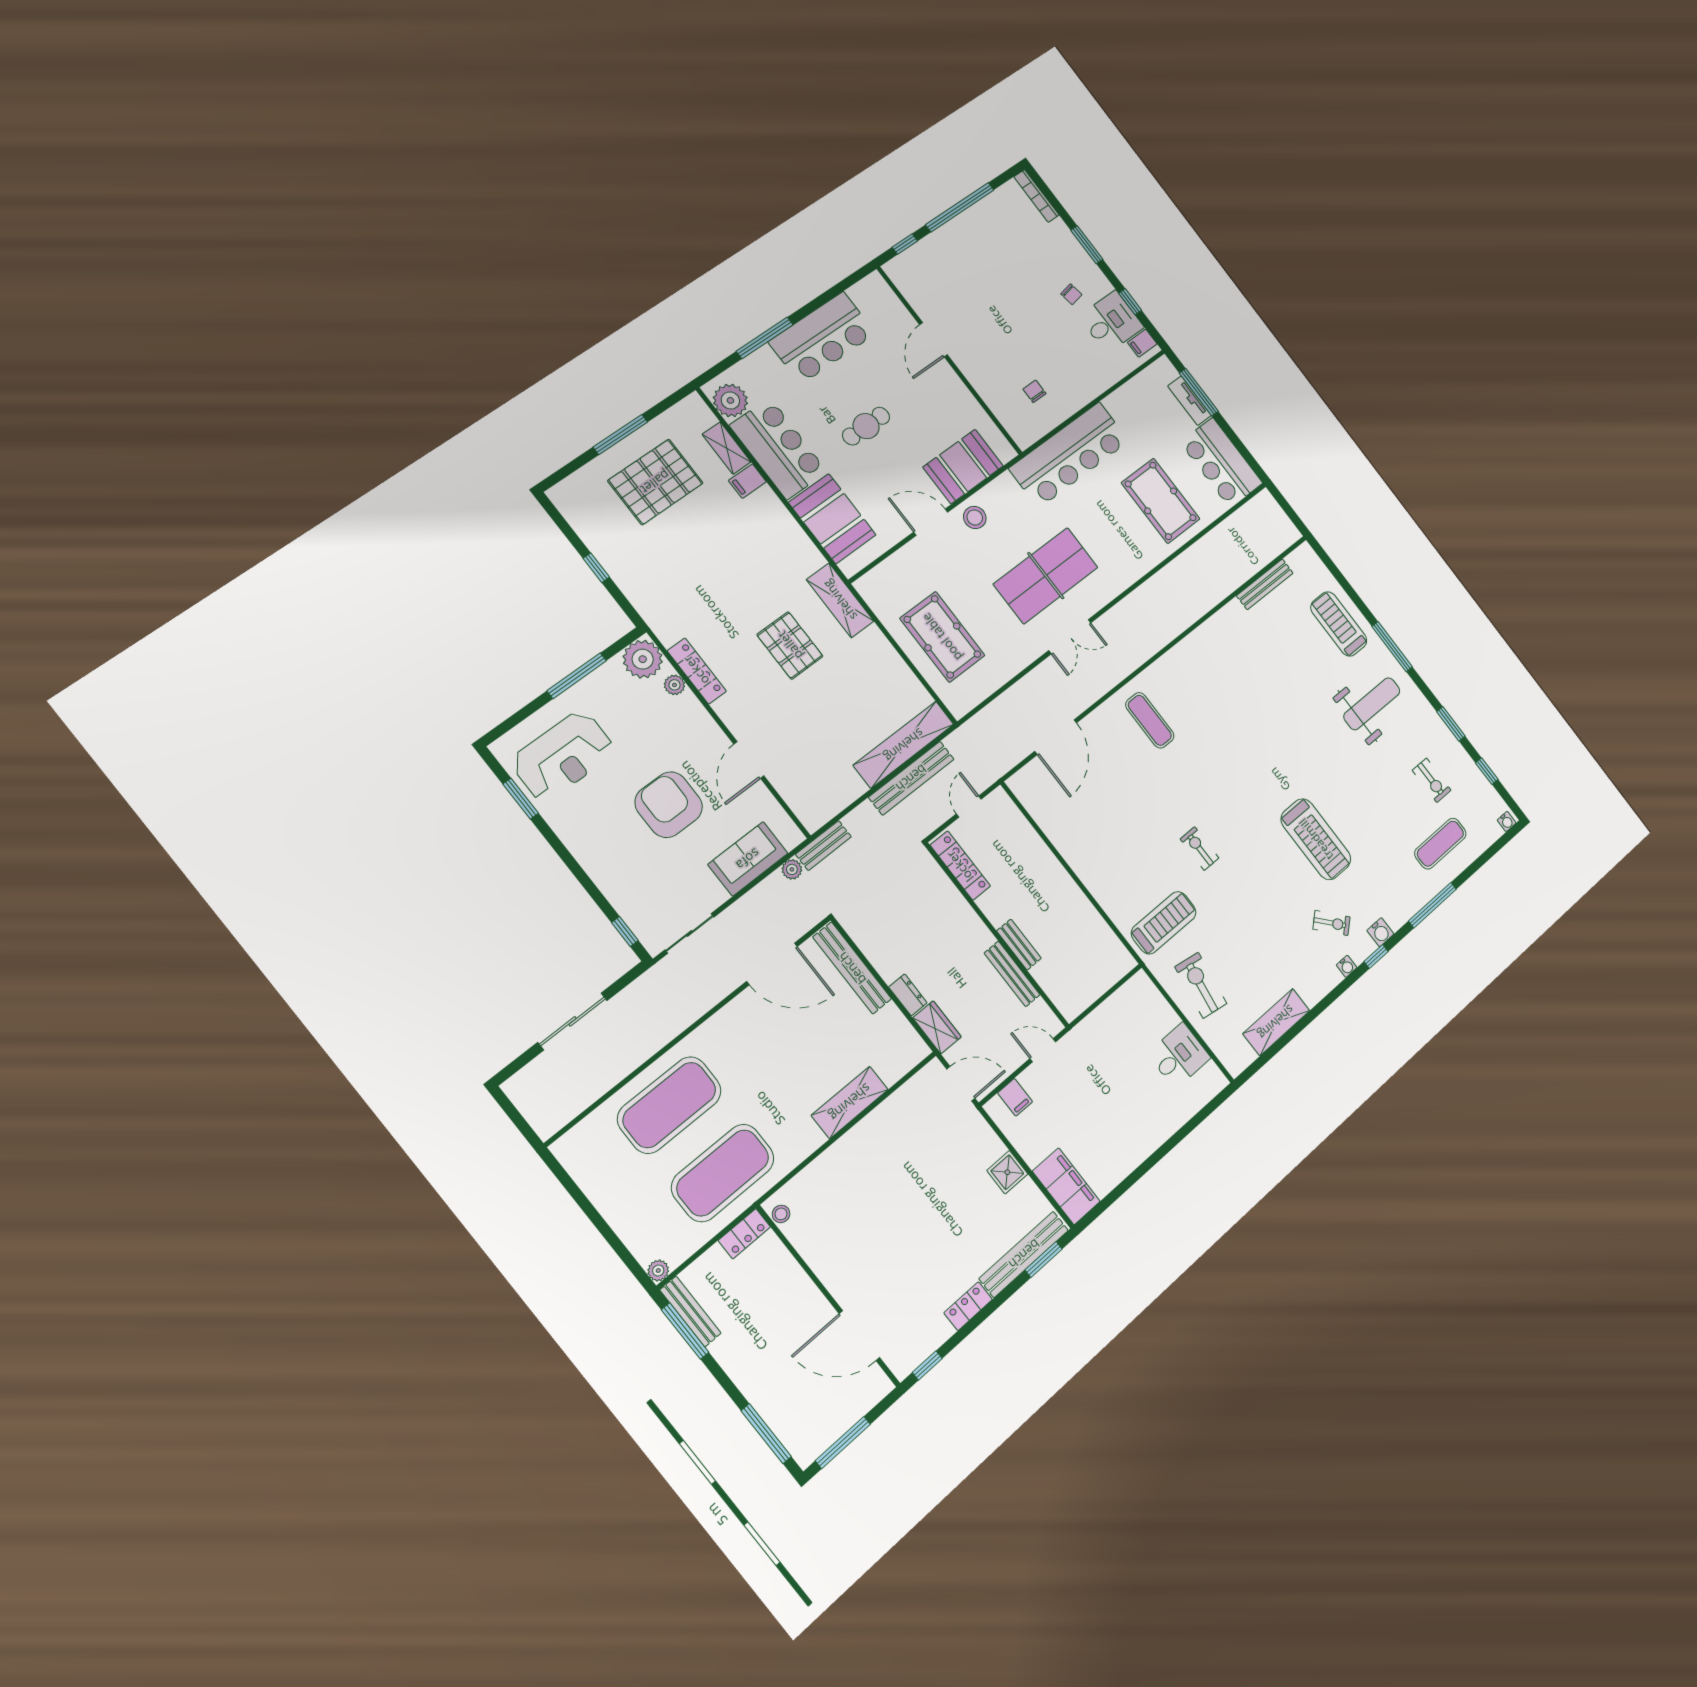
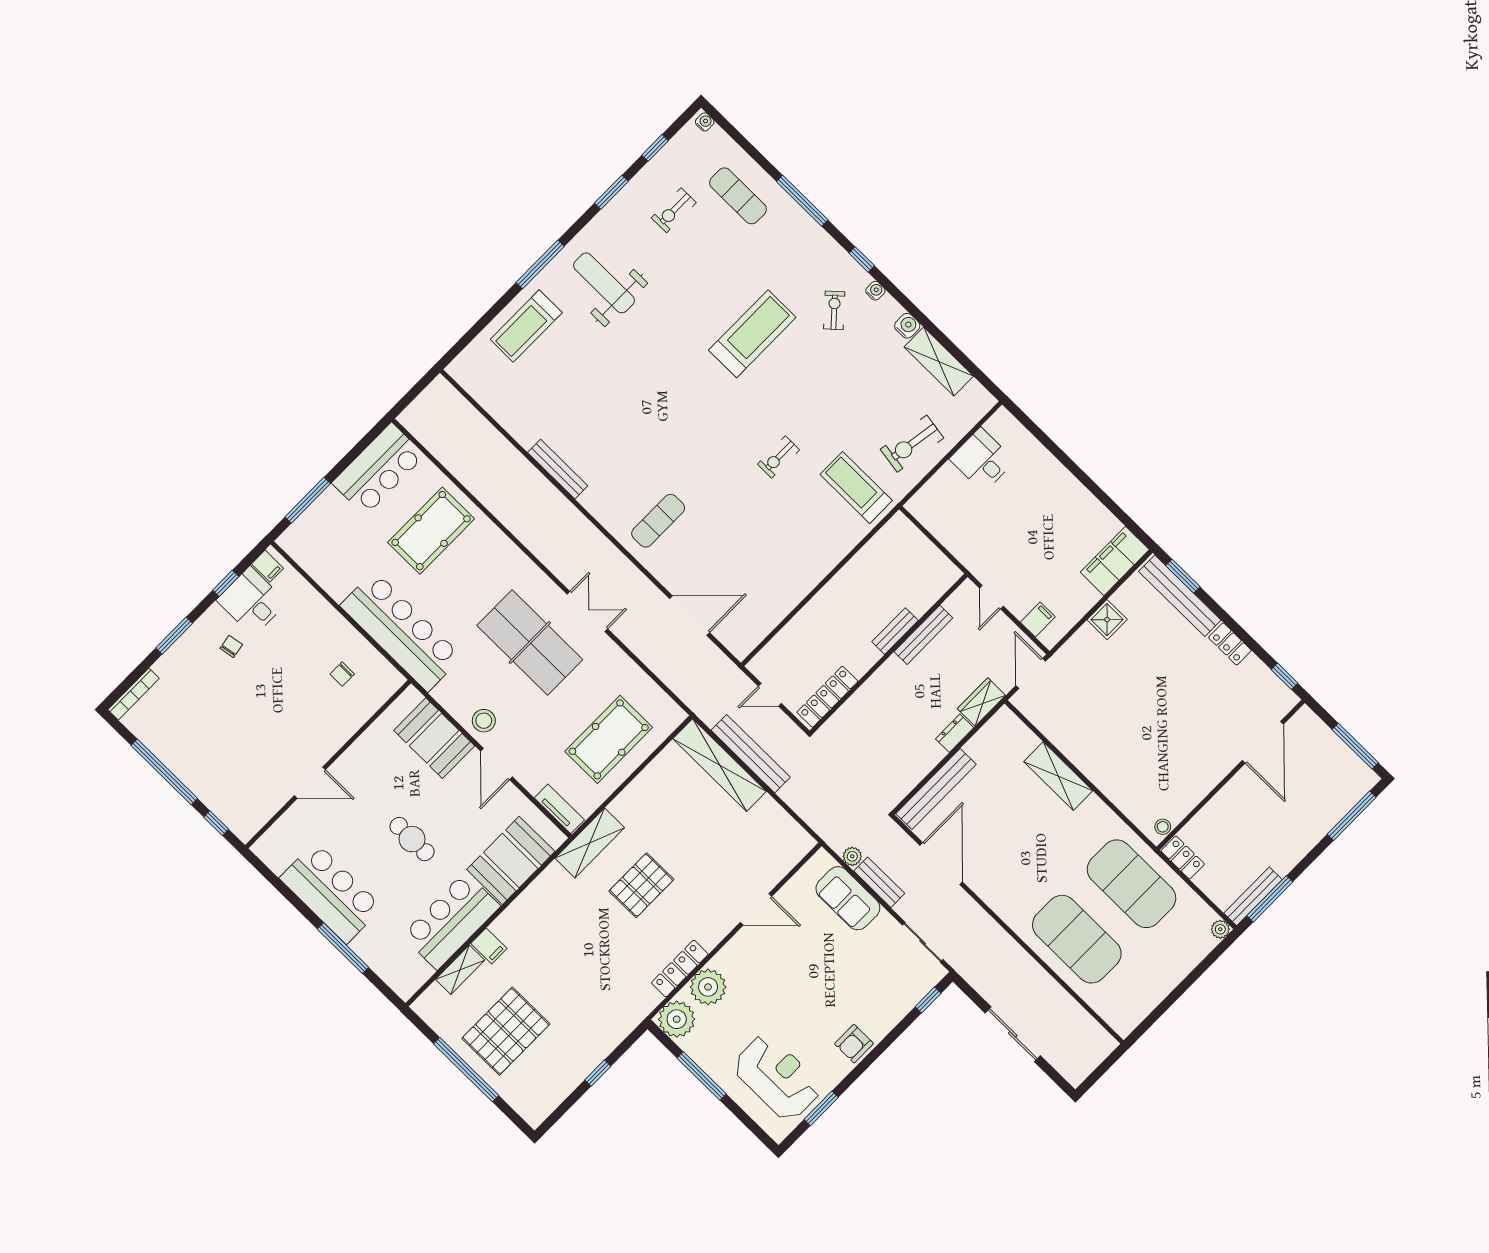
plant: (730, 400) -> (412, 972), removed
tv unit: (1190, 401) -> (559, 809), moved, turned -90
window: (620, 435) -> (466, 1070), width x1.46
pallet: (655, 482) -> (506, 1031), turned 90
bench: (1265, 584) -> (558, 469), moved
plant: (674, 685) -> (708, 987), width x1.87, depth x1.87
exercise bike: (1432, 780) -> (674, 210), turned 180
armchair: (669, 805) -> (854, 1044), moved, width x0.53, depth x0.53
bench: (823, 845) -> (879, 882), moved
water cooler: (1380, 932) -> (907, 326), moved

